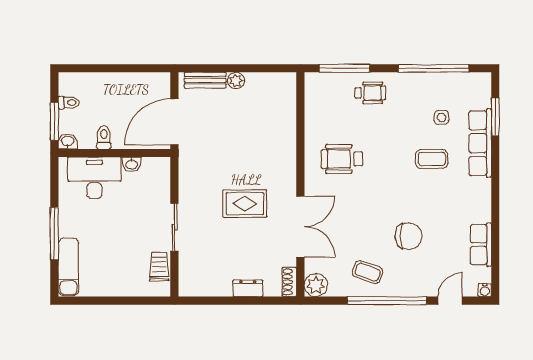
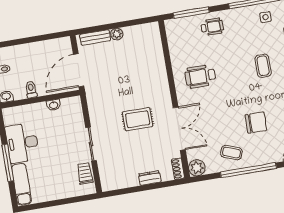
side table: (442, 117) -> (266, 17), moved
coffee table: (432, 159) -> (263, 66), turned 90
desk: (94, 178) -> (22, 143), moved, turned -90

